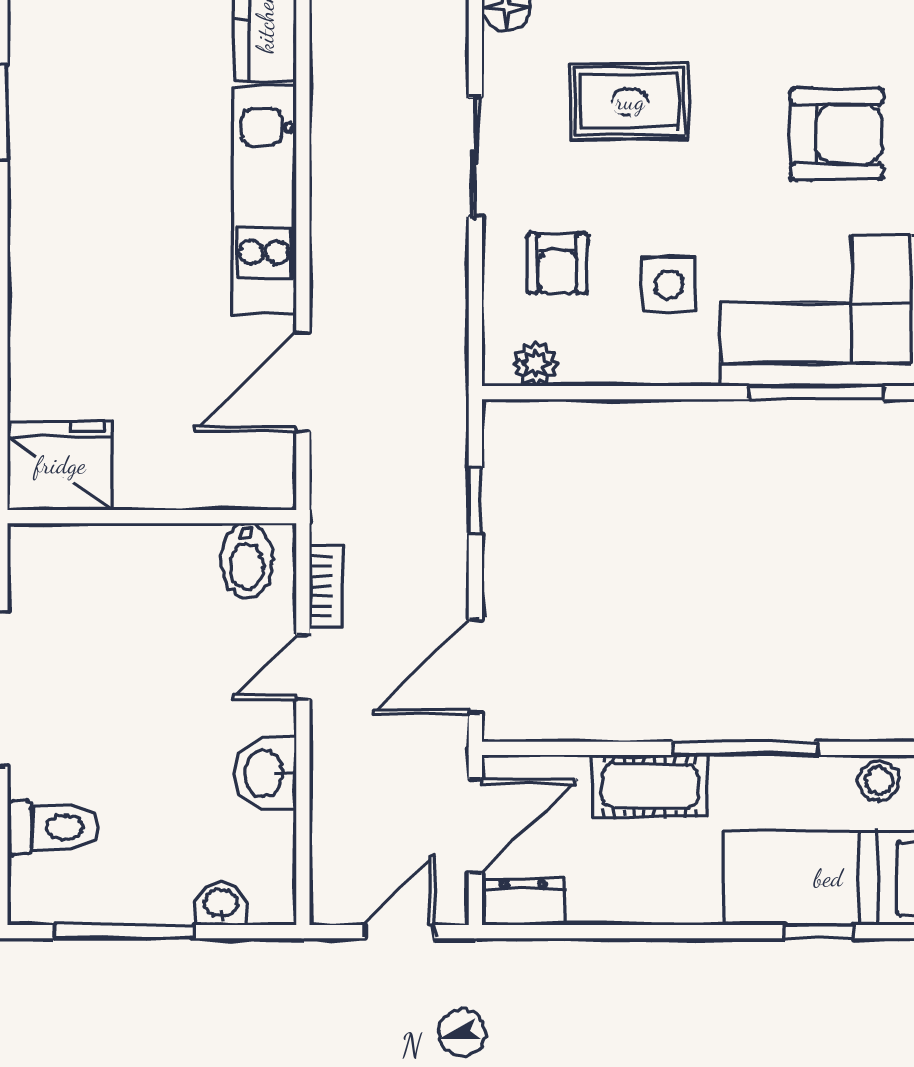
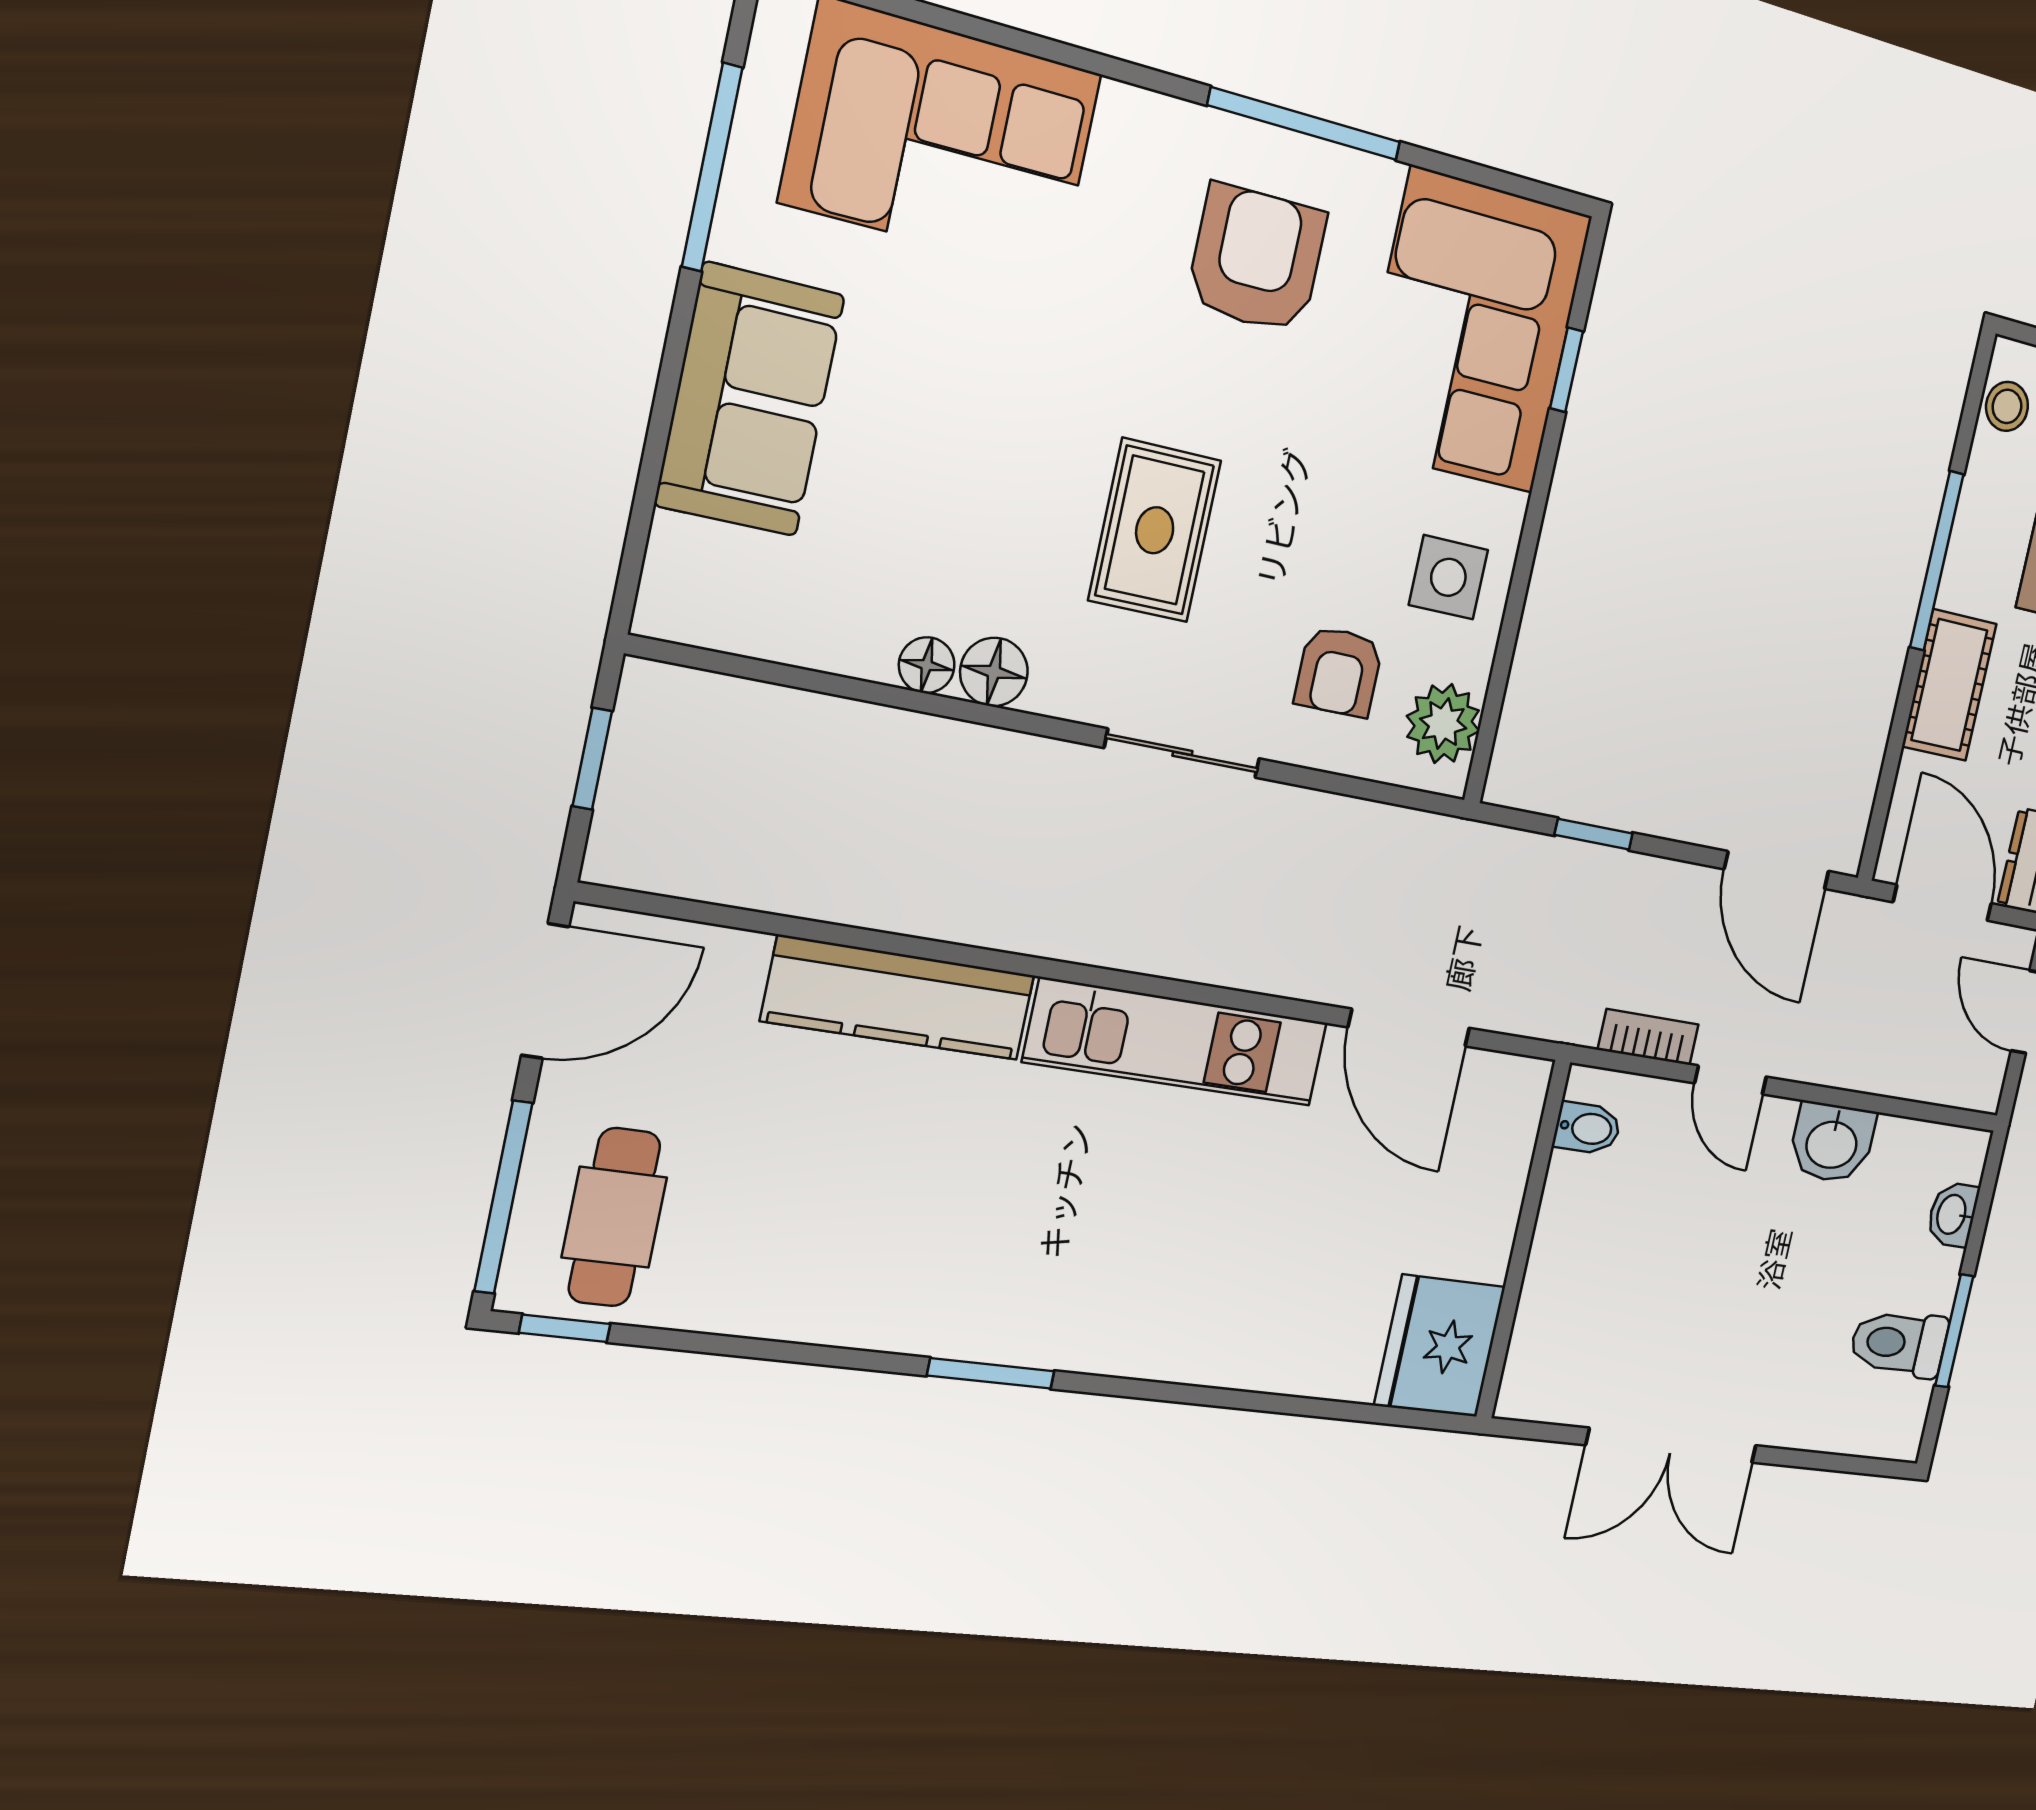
armchair: (558, 264) -> (1339, 672), turned 90
side table: (669, 284) -> (1448, 577), moved
plant: (536, 364) -> (1443, 724), width x1.38, depth x1.38
window: (817, 393) -> (1566, 370), width x0.46
bidet: (247, 560) -> (1587, 1128), width x0.72, depth x0.74
toilet: (52, 827) -> (1899, 1343), moved, turned -90
window: (124, 932) -> (1954, 1331), width x0.69

